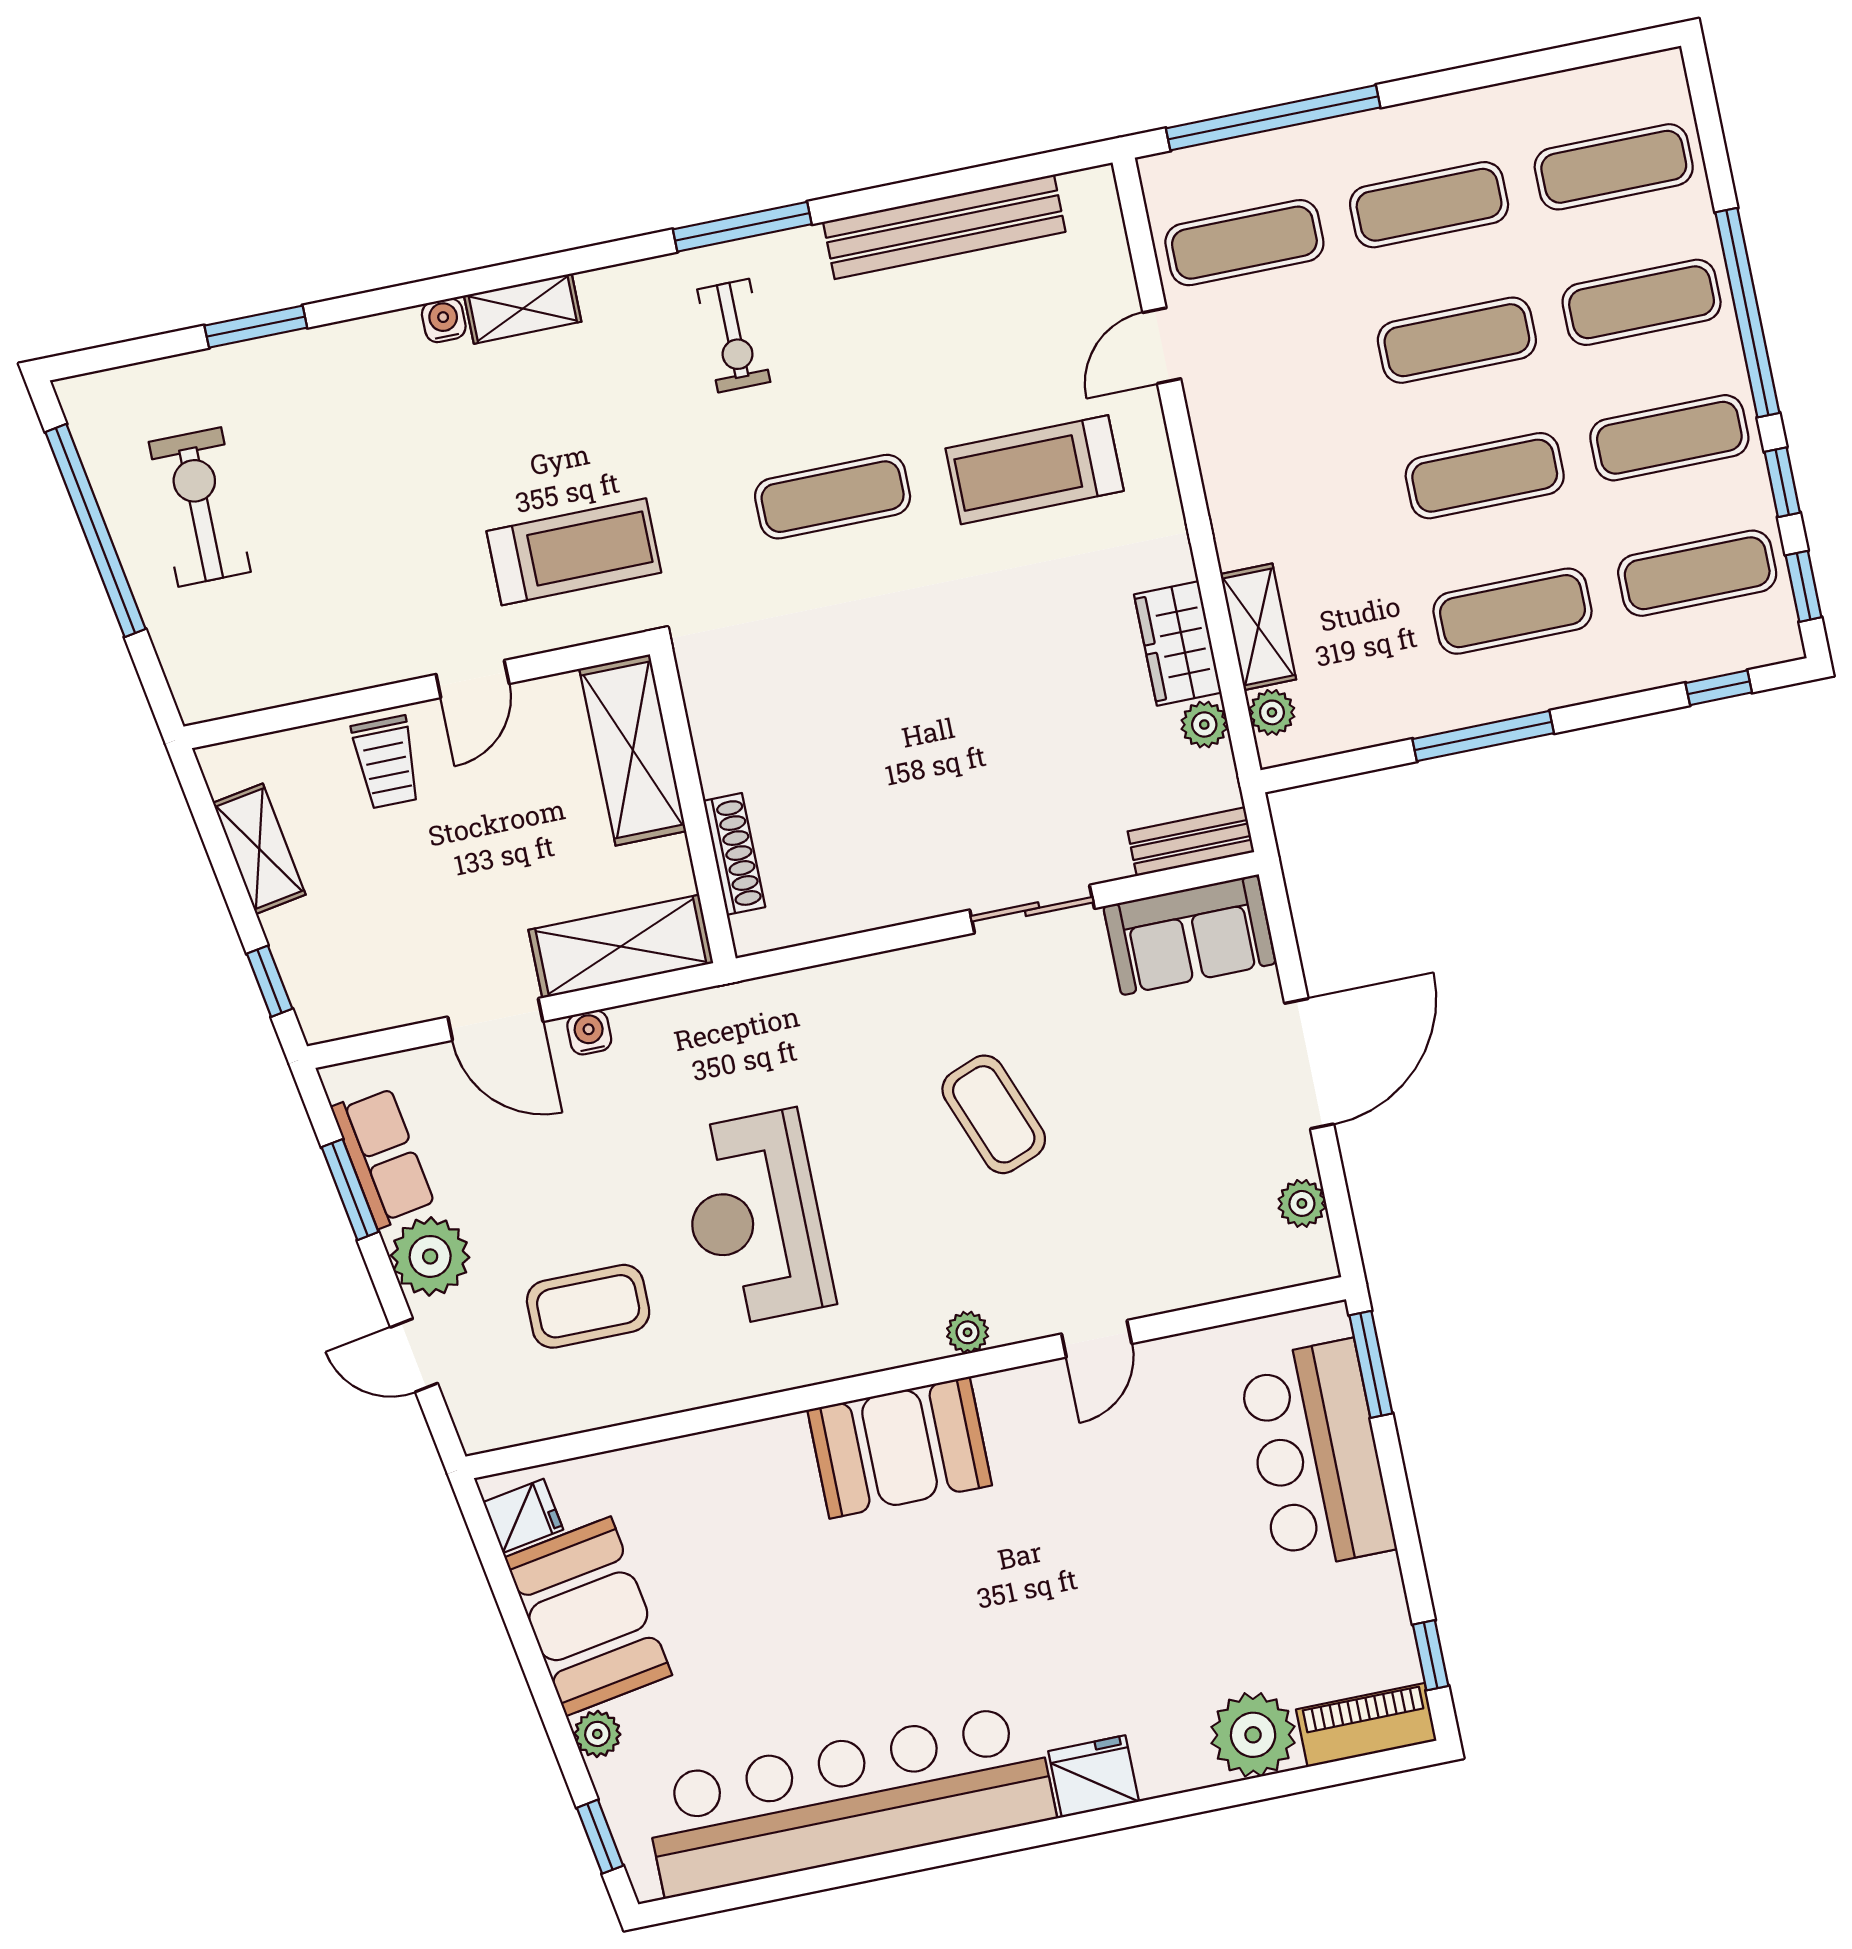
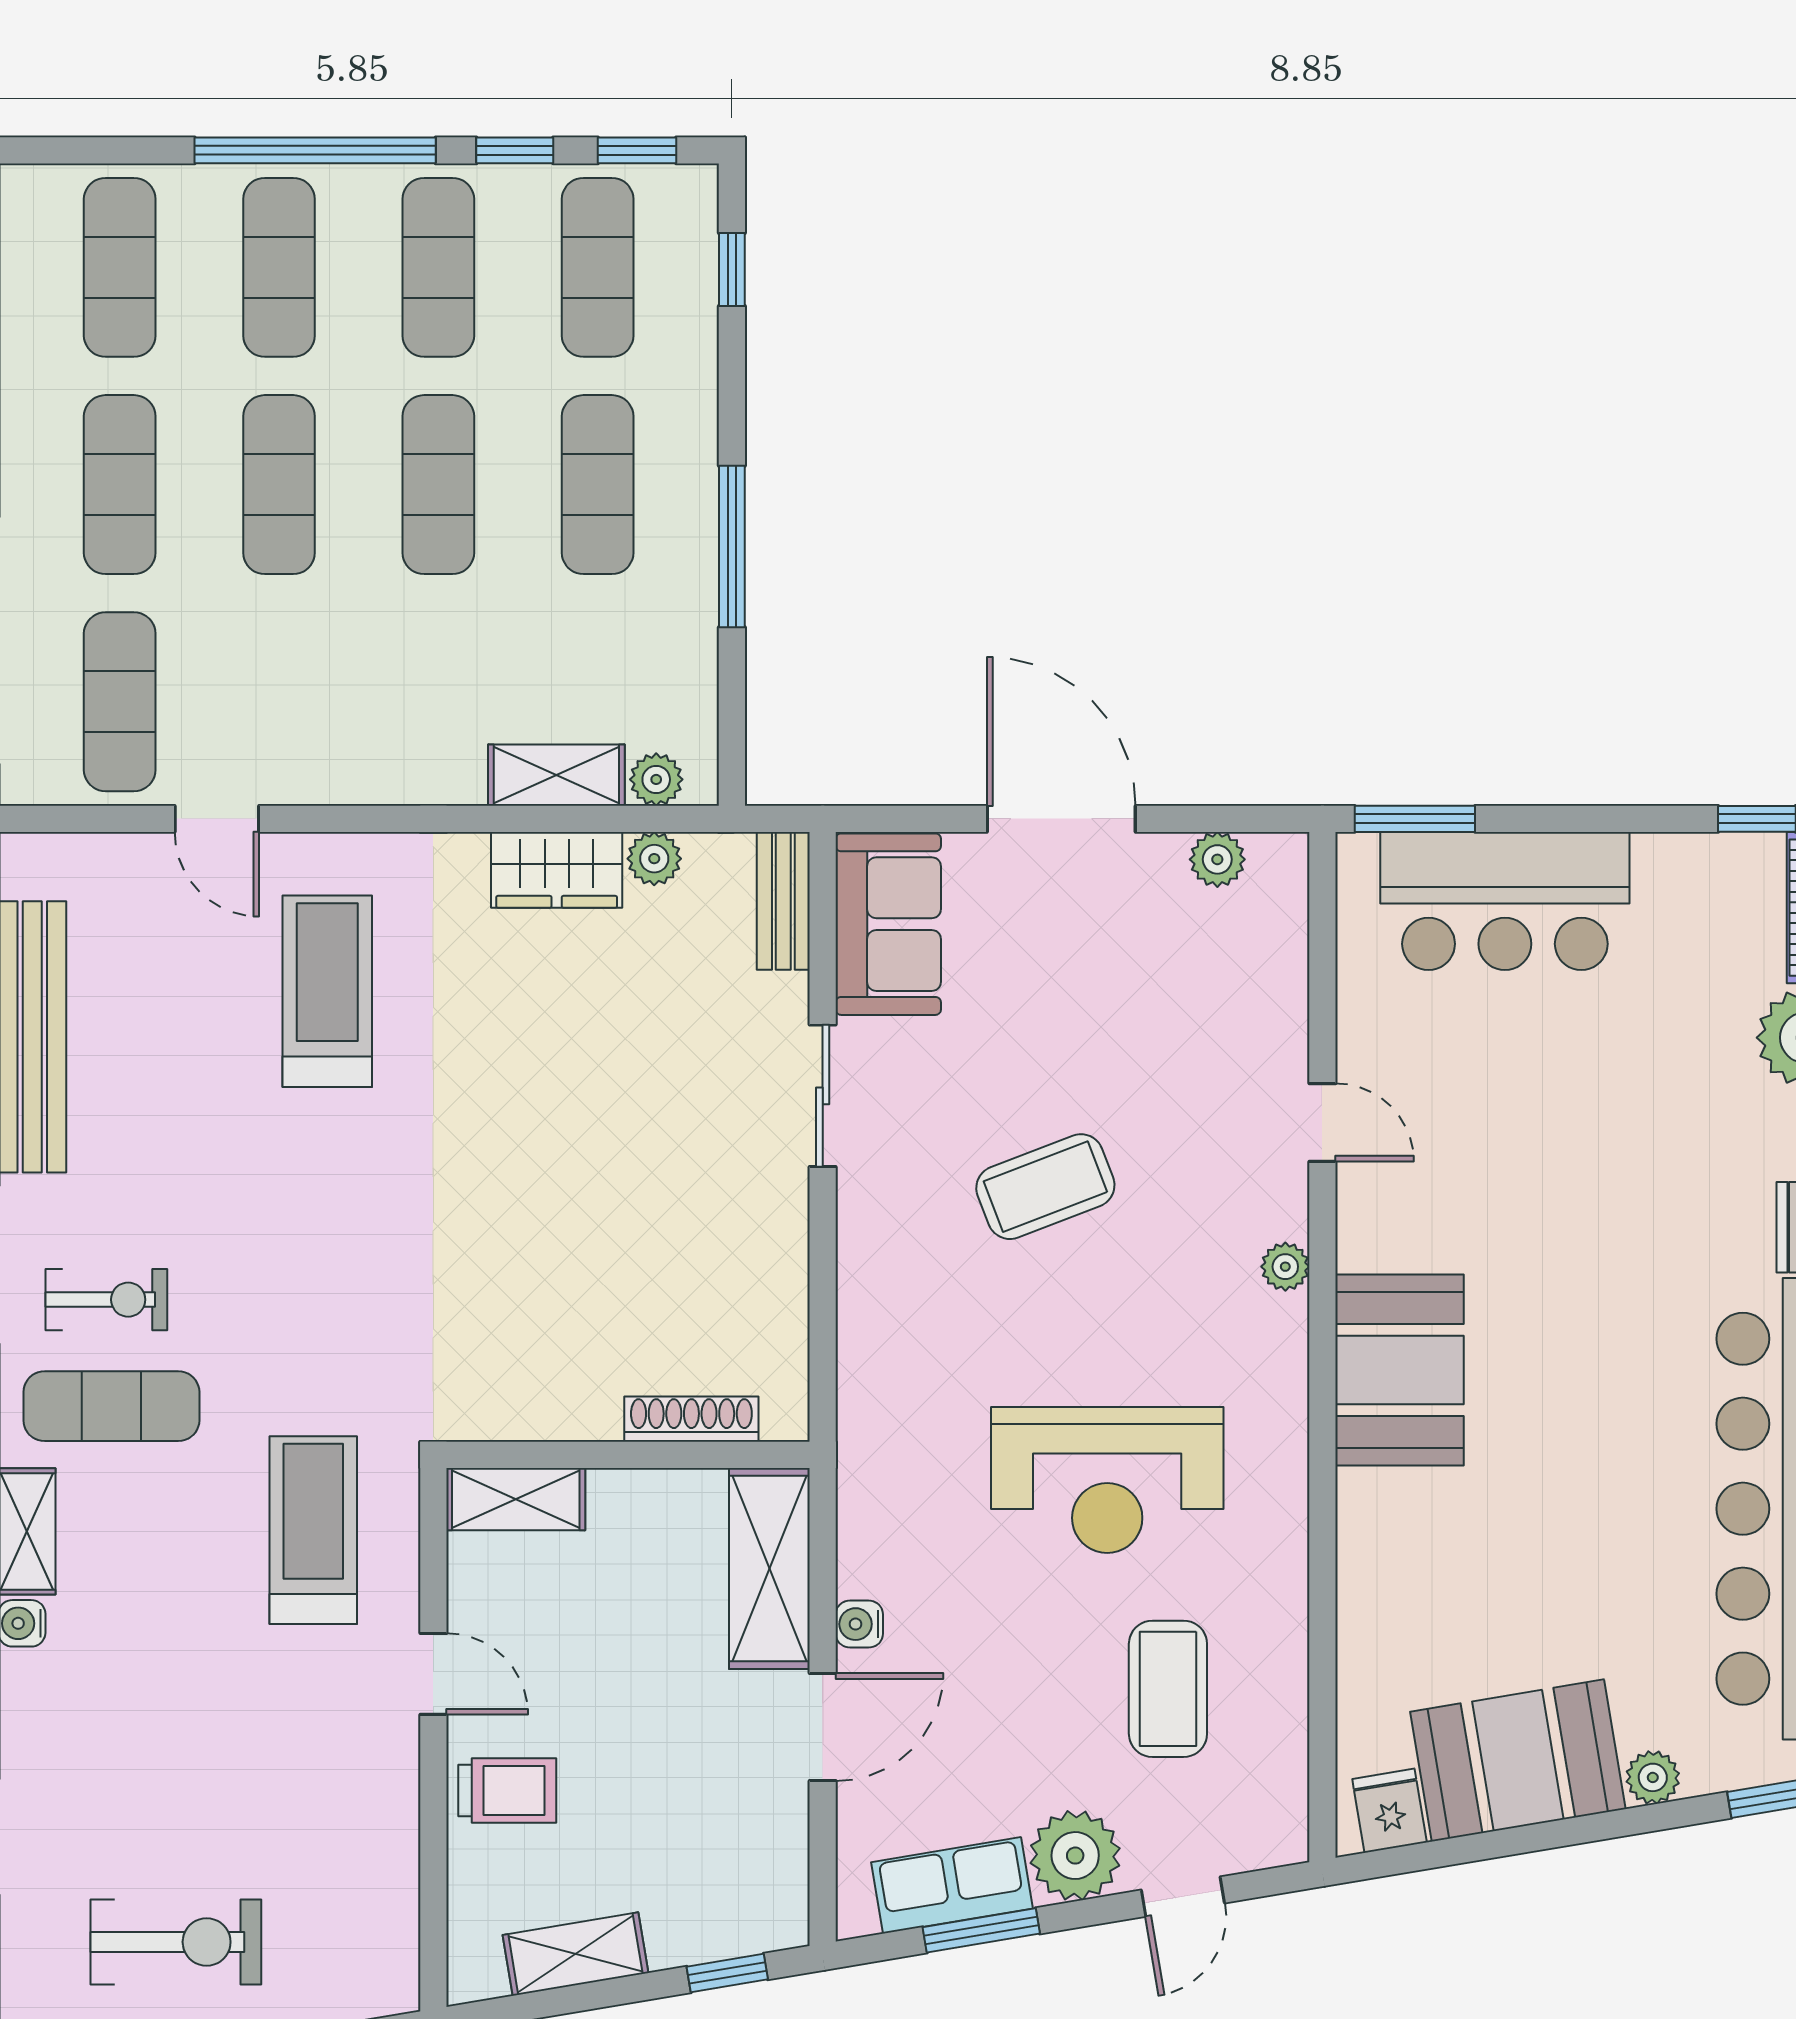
treadmill: (1035, 470) -> (327, 991), turned 180
exercise mat: (833, 497) -> (111, 1406), moved, turned 90
exercise bike: (200, 507) -> (176, 1942), turned 180
shelving: (633, 750) -> (516, 1499), width x0.67, depth x0.75

